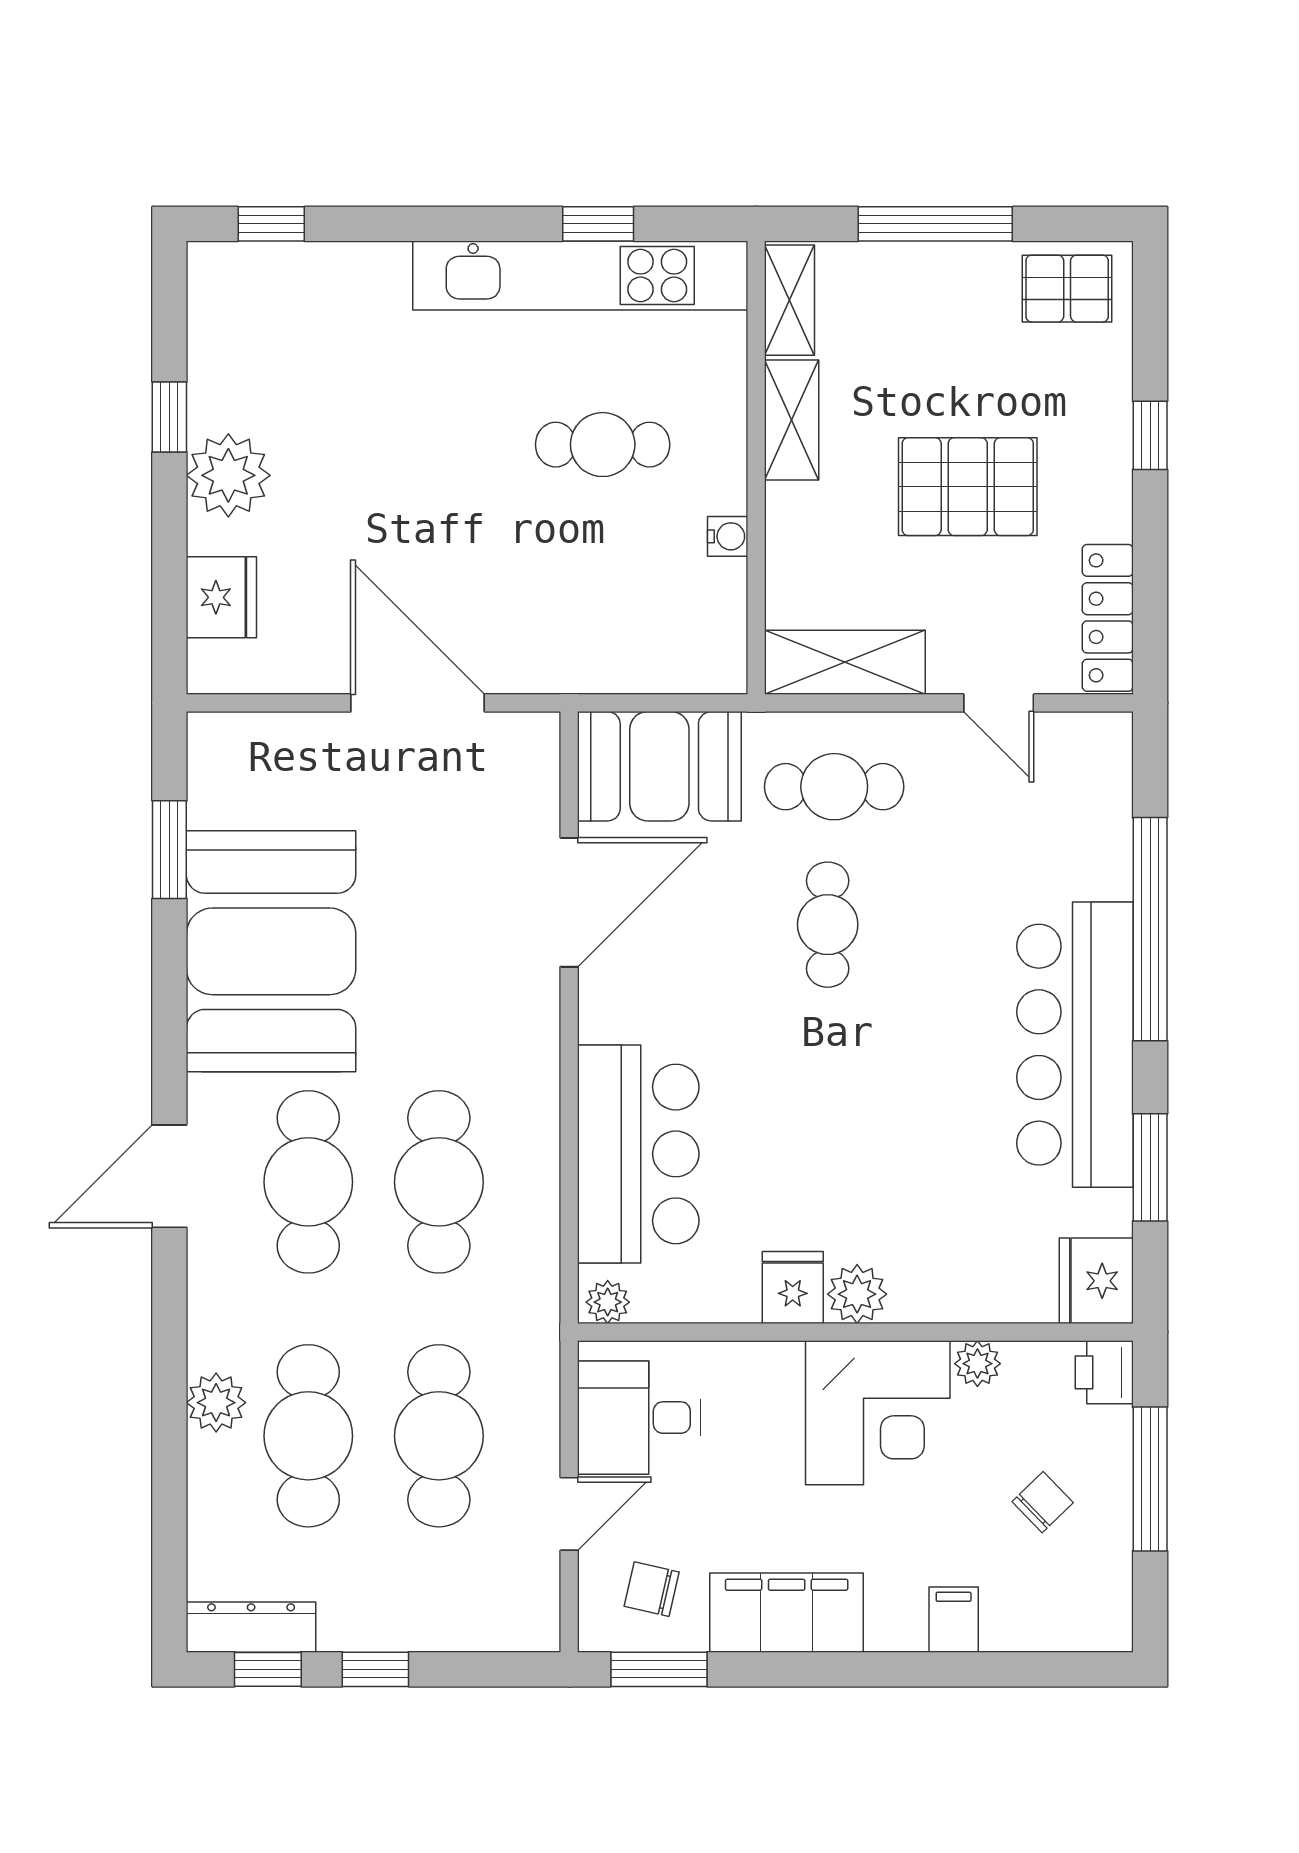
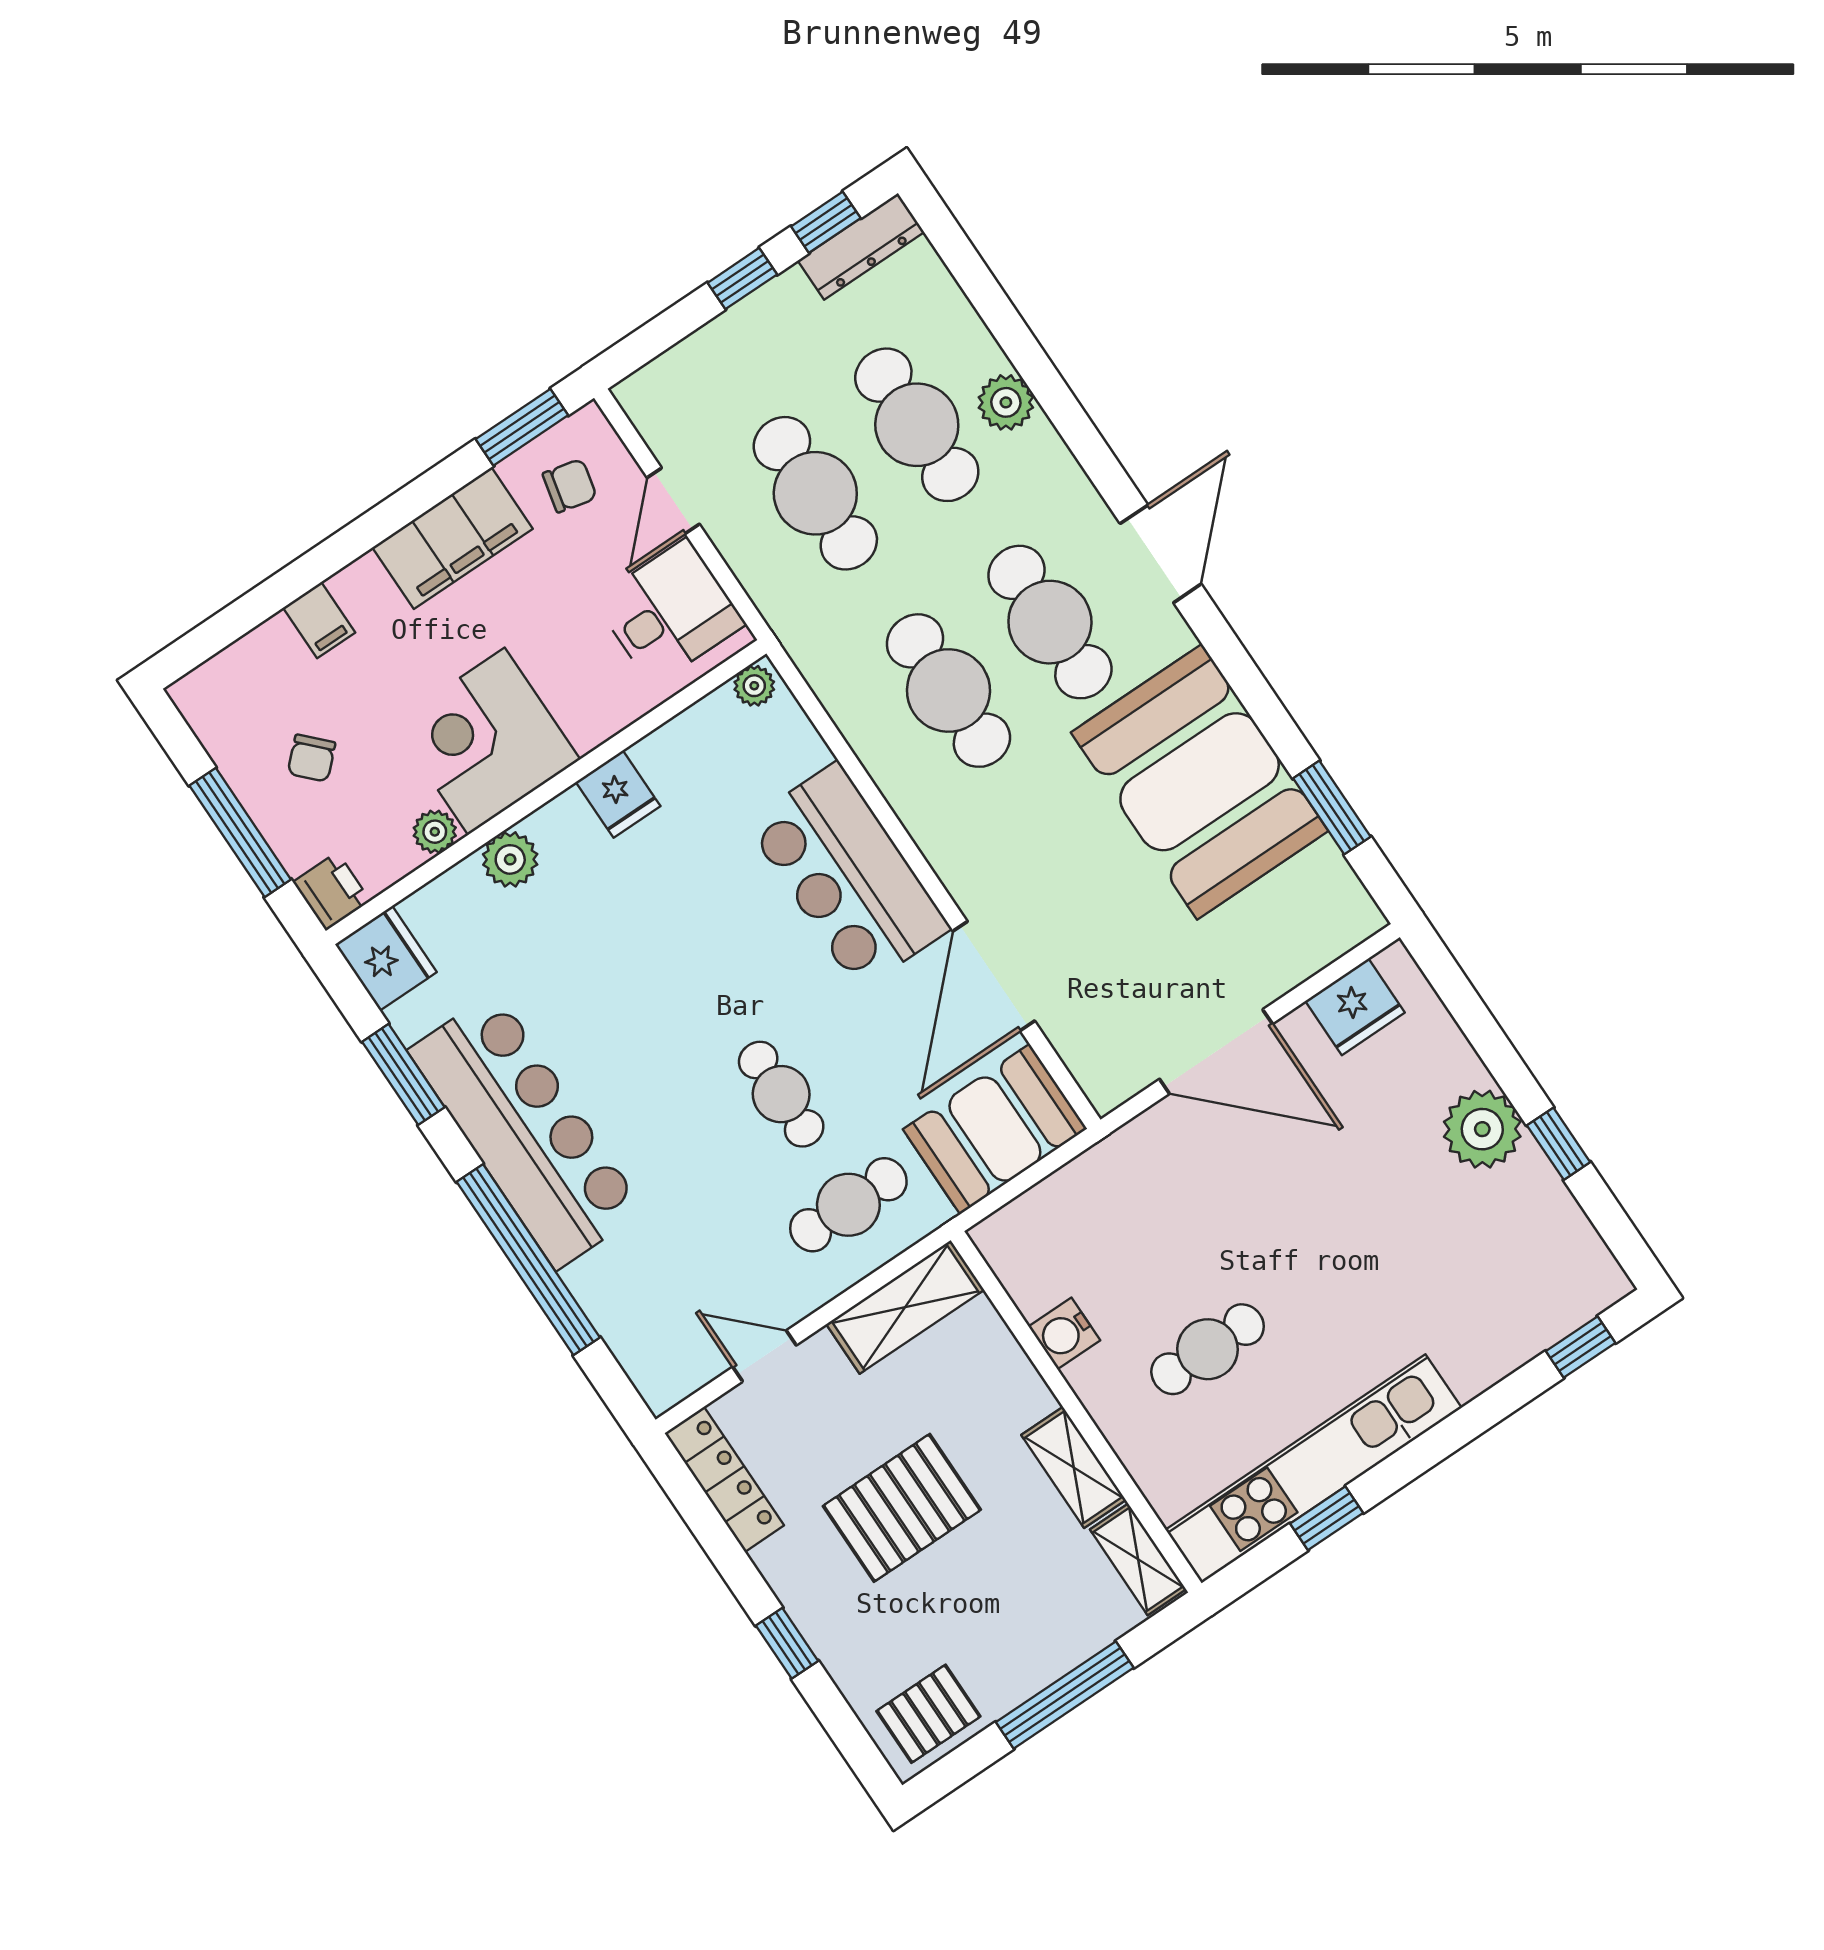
water cooler: (728, 536) -> (1064, 1333), width x1.38, depth x1.38
fridge: (221, 597) -> (1355, 1007), moved, turned -90
bar counter: (638, 1154) -> (848, 876), moved
plant: (857, 1294) -> (510, 859), moved

